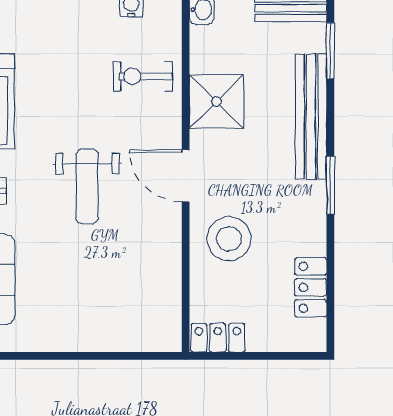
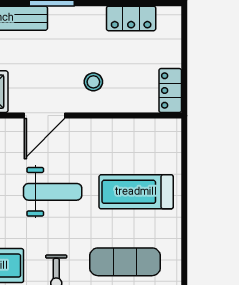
stool: (229, 239) -> (93, 82), width x0.53, depth x0.53
treadmill: (87, 294) -> (136, 192), added

